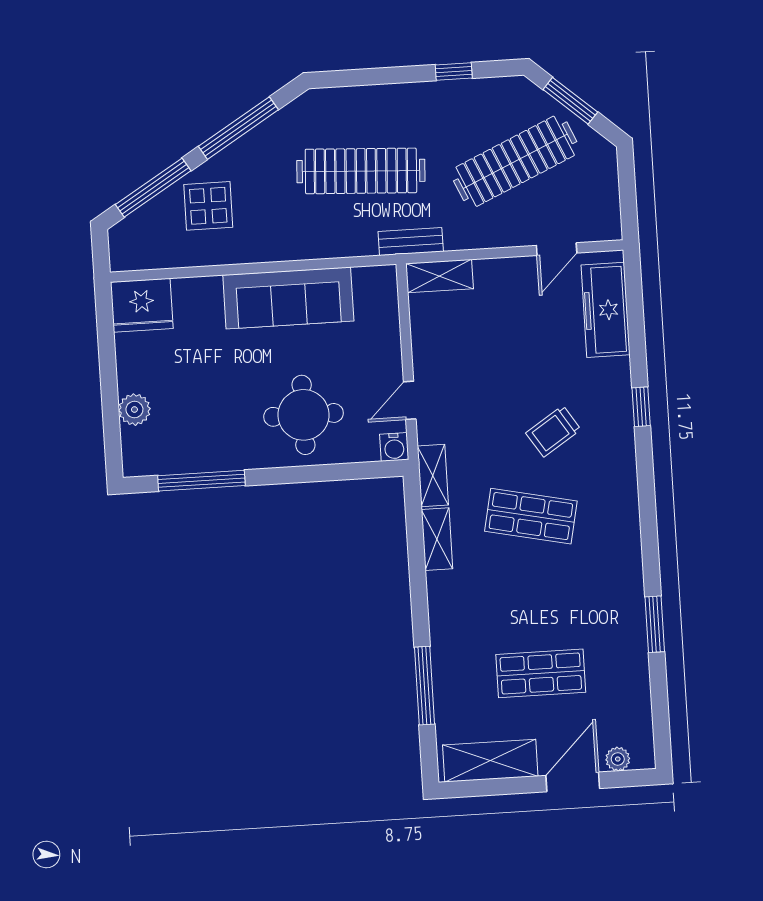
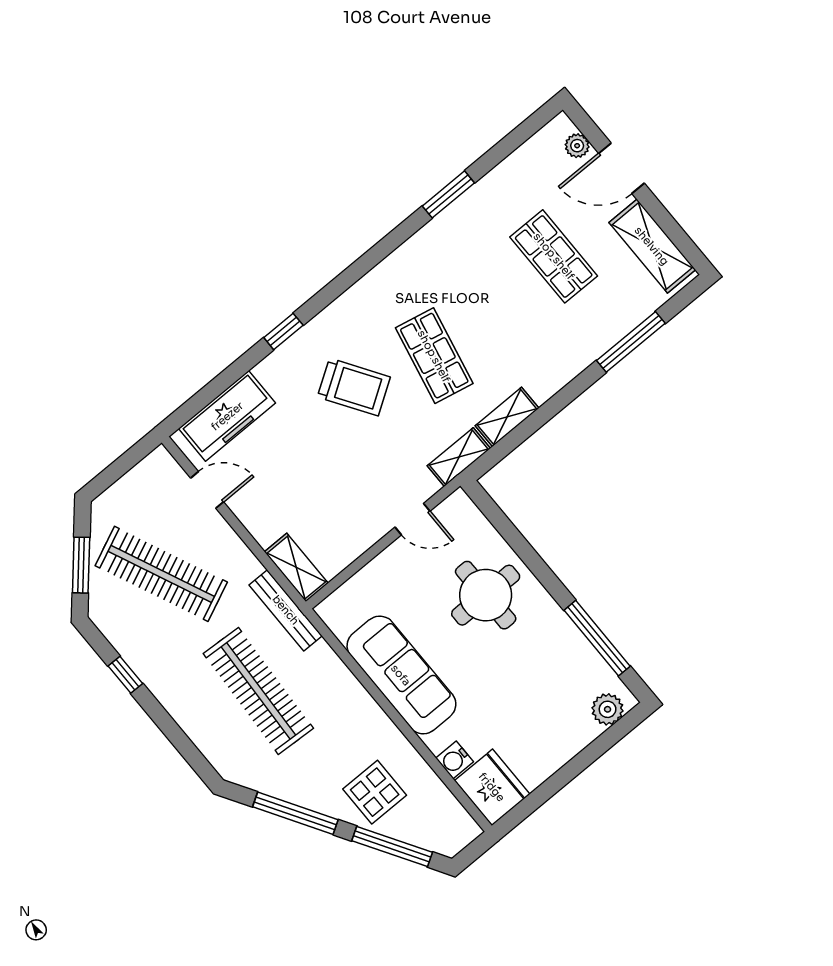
bench: (411, 241) -> (286, 610), width x1.36
plant: (134, 410) -> (608, 709), moved
trolley: (553, 431) -> (354, 387), width x1.36, depth x1.39
water cooler: (394, 447) -> (455, 760), moved, turned 180

